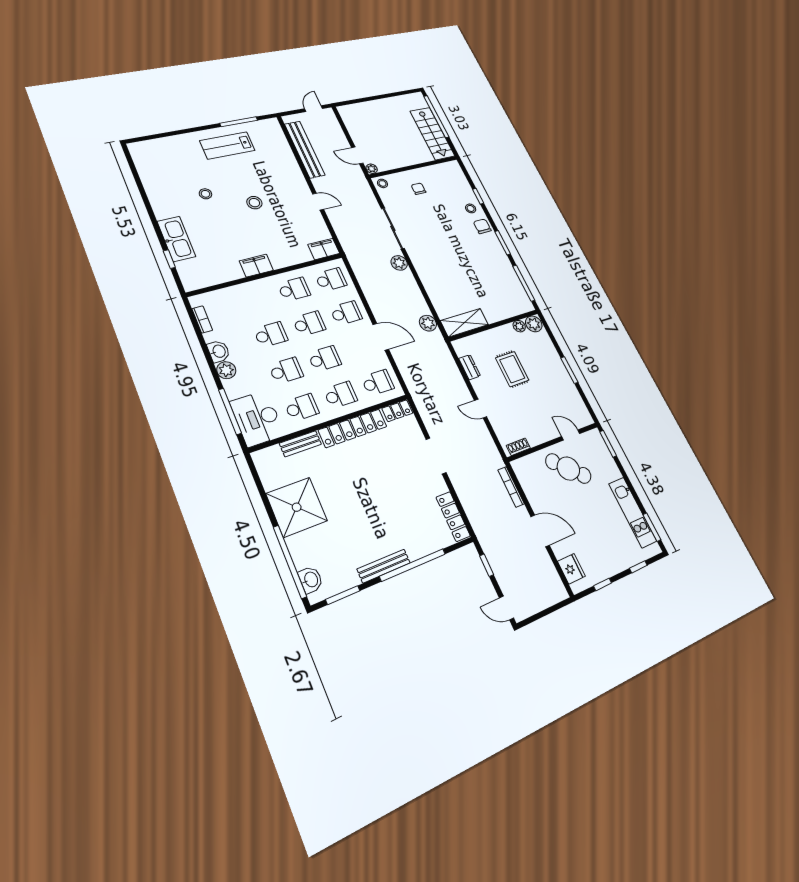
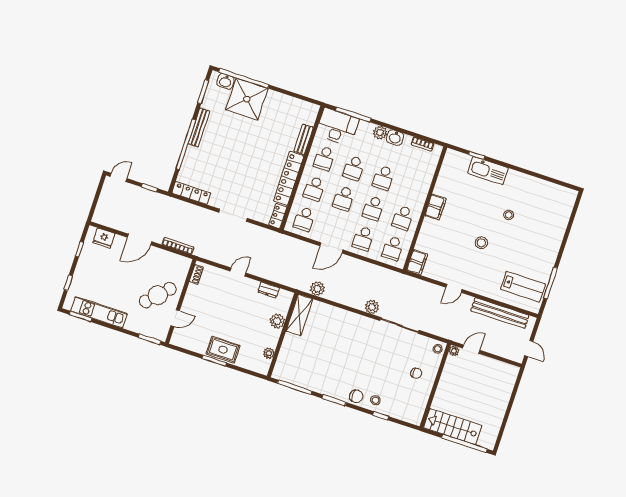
lab bench: (227, 146) -> (523, 287), moved, turned 90
plant: (534, 324) -> (277, 321), moved
rug: (512, 369) -> (223, 350), moved
shower: (297, 507) -> (247, 99), moved

